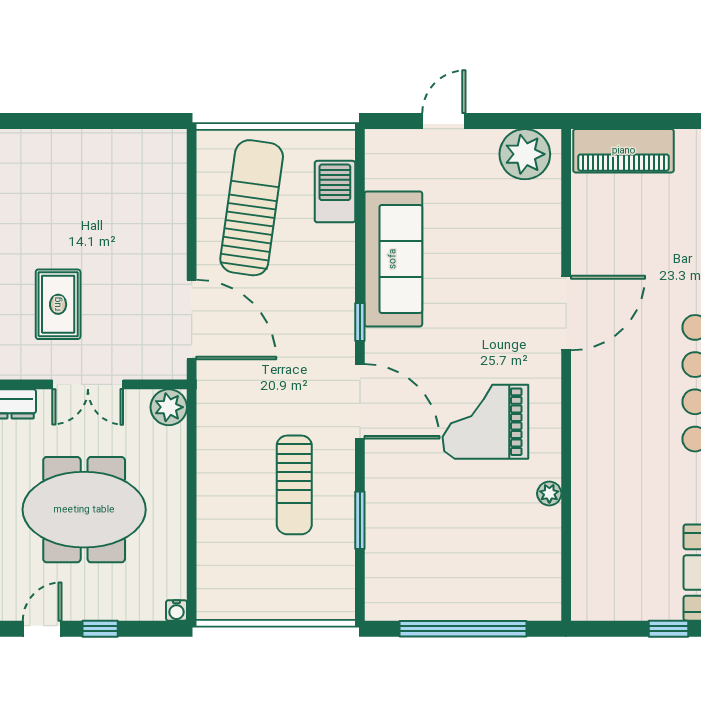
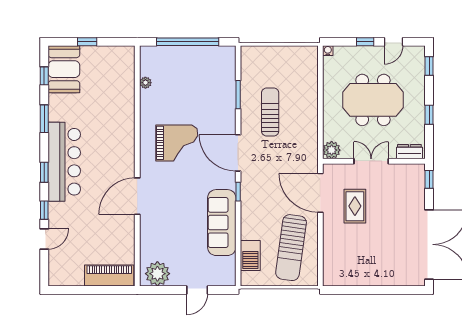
rug: (58, 304) -> (355, 206), moved
plant: (549, 493) -> (145, 83), moved

